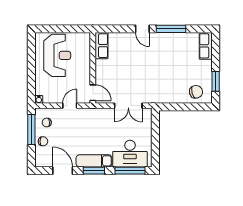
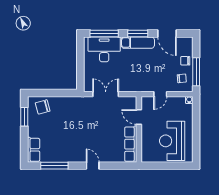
window: (171, 29) -> (54, 166), moved
row of seats: (102, 46) -> (131, 144), width x1.48
door: (93, 93) -> (139, 117), moved

